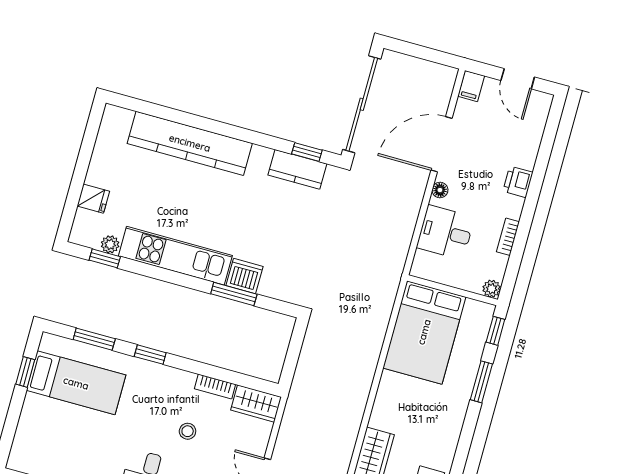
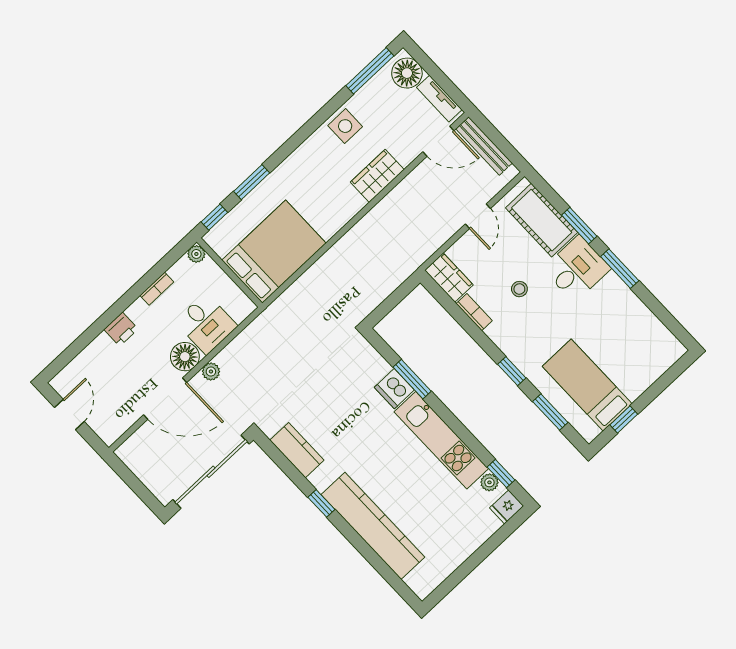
filing cabinet: (471, 86) -> (111, 432), removed
window: (307, 152) -> (321, 503), moved
floor lamp: (440, 190) -> (185, 357), width x1.89, depth x1.89
plant: (416, 193) -> (211, 371), added
fridge: (93, 199) -> (507, 507), moved, turned -90

